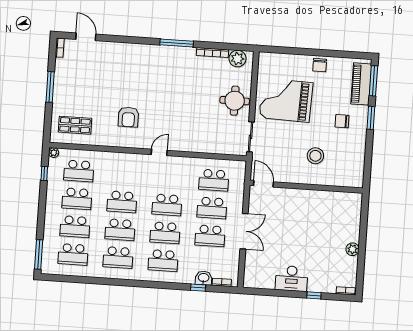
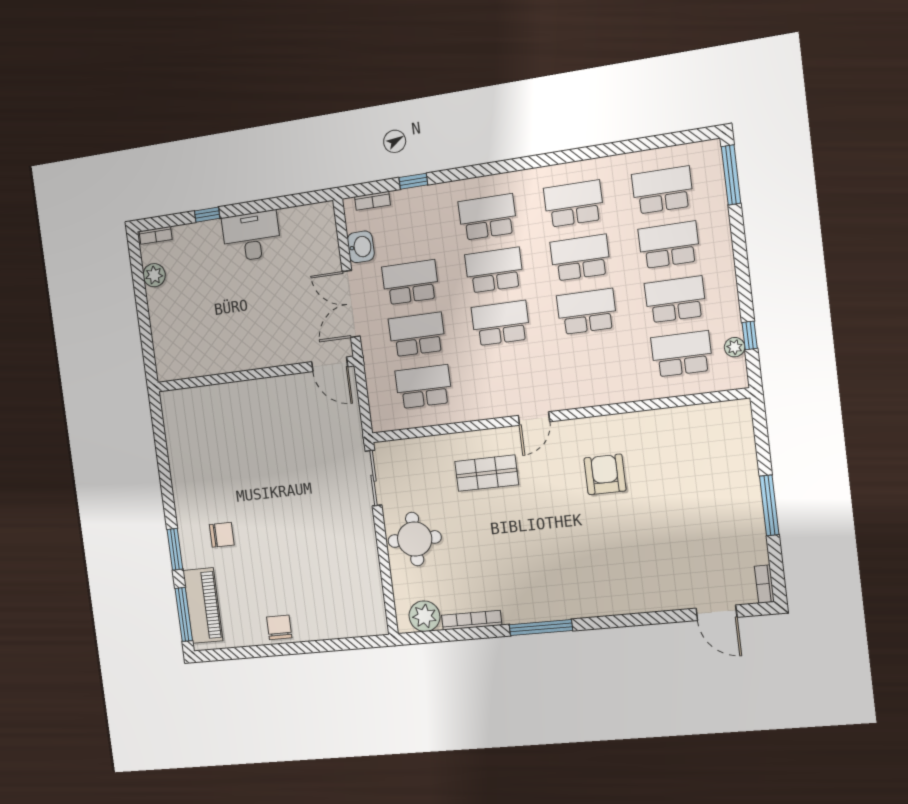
grand piano: (286, 100) -> (324, 555), removed
shop shelf: (75, 125) -> (487, 473), moved
plant: (54, 153) -> (735, 347), moved
stool: (315, 156) -> (254, 465), removed
door: (263, 184) -> (330, 364), moved
wall: (306, 187) -> (254, 374), moved
plant: (352, 249) -> (154, 275), moved
washbasin: (204, 278) -> (361, 247), moved, turned -90

